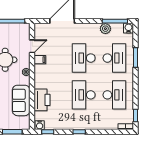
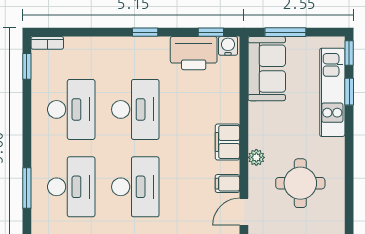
desk: (114, 58) -> (71, 187), turned 180
filing cabinet: (40, 79) -> (227, 142), added
desk: (114, 95) -> (71, 109), turned 180
sofa: (21, 100) -> (267, 69), moved
printer: (42, 100) -> (194, 53), moved, turned -90

